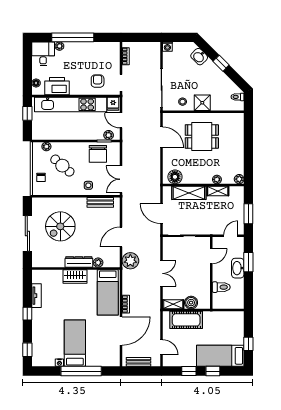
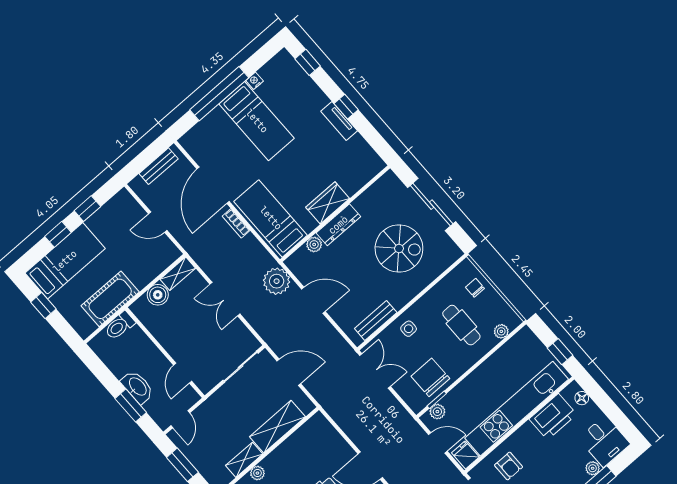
cafe table: (62, 166) -> (461, 325), turned 49
floor lamp: (175, 177) -> (312, 431), removed
spiral stairs: (60, 226) -> (399, 248), turned 90
door: (121, 237) -> (313, 300), hinge flipped
toilet: (221, 287) -> (120, 326), moved
tv unit: (37, 296) -> (339, 121), moved
cot: (186, 320) -> (110, 299), moved
door: (162, 347) -> (158, 222), moved

